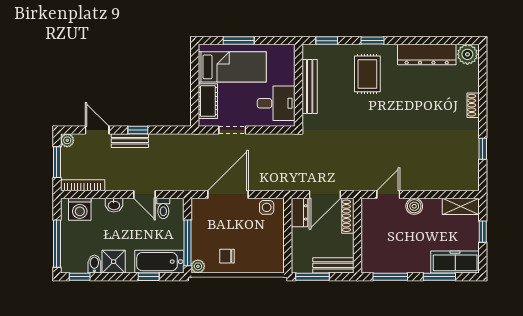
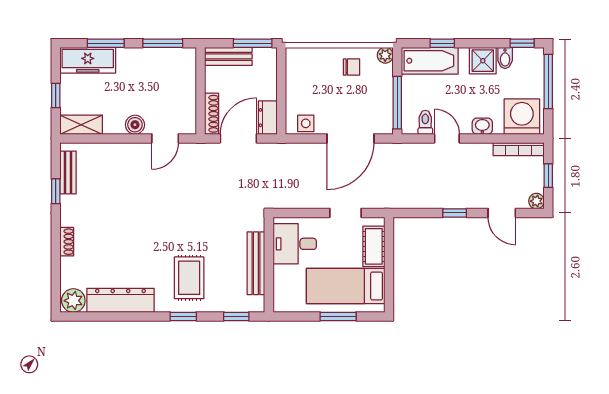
bench: (130, 141) -> (68, 172), moved, turned 90
window: (57, 162) -> (548, 176), width x0.67
washing machine: (80, 209) -> (522, 117), width x1.37, depth x1.37
window: (188, 243) -> (397, 103), moved

